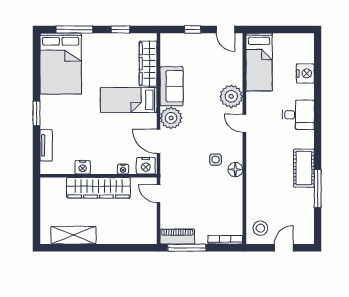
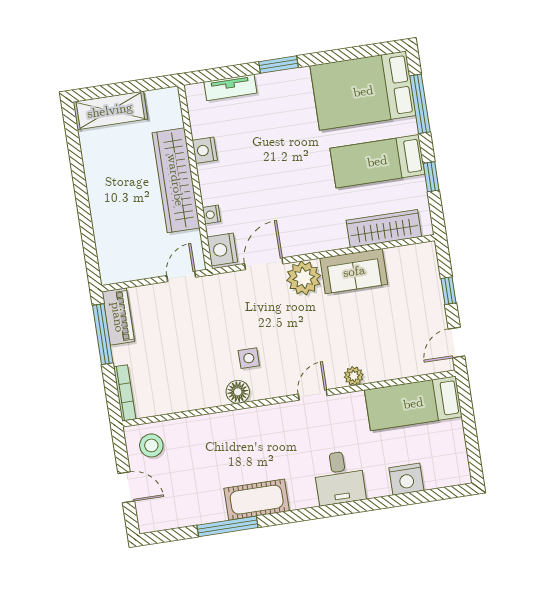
plant: (231, 96) -> (354, 376), width x0.53, depth x0.53
bed: (129, 100) -> (377, 161), moved, turned -90
shelving: (73, 235) -> (110, 110), moved, turned 90

